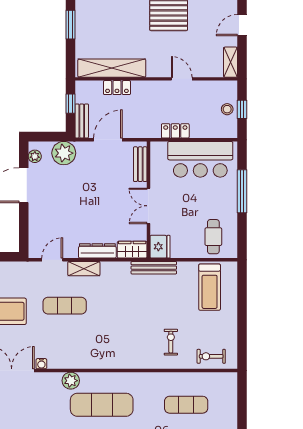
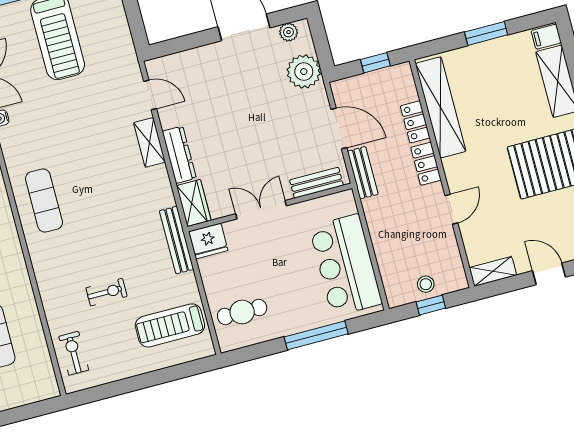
bench: (82, 121) -> (363, 173), moved, turned 90
locker: (175, 131) -> (426, 164), moved, turned 180
exercise mat: (65, 306) -> (44, 201), moved
exercise bike: (171, 342) -> (106, 292), moved

